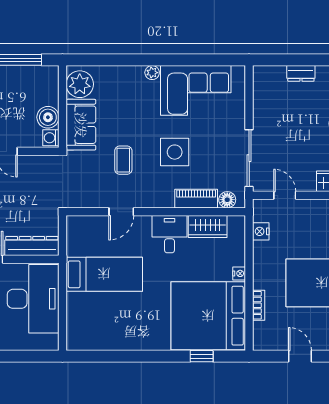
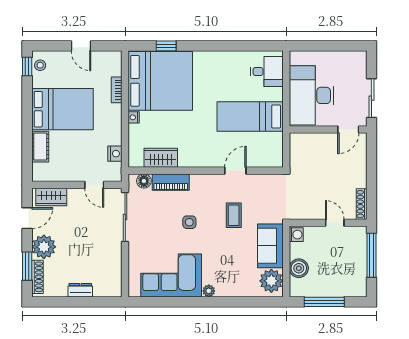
boiler: (48, 117) -> (299, 268), moved
side table: (175, 152) -> (189, 222), width x0.54, depth x0.54
desk: (169, 234) -> (267, 72), moved, turned -90
dresser: (32, 246) -> (313, 141), removed

